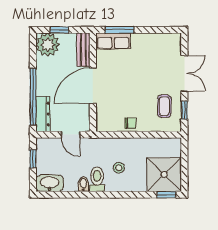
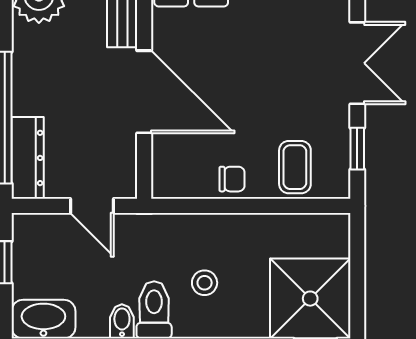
door: (93, 86) -> (144, 92), swing flipped
coffee table: (164, 106) -> (295, 167), moved

